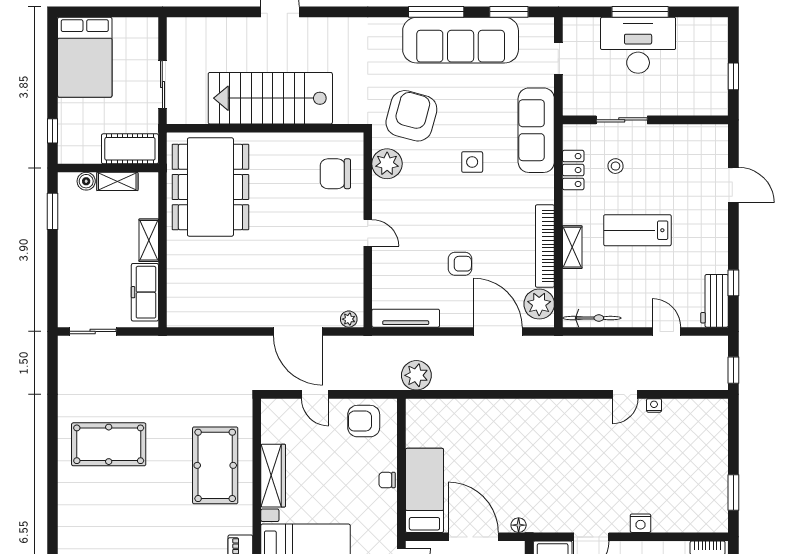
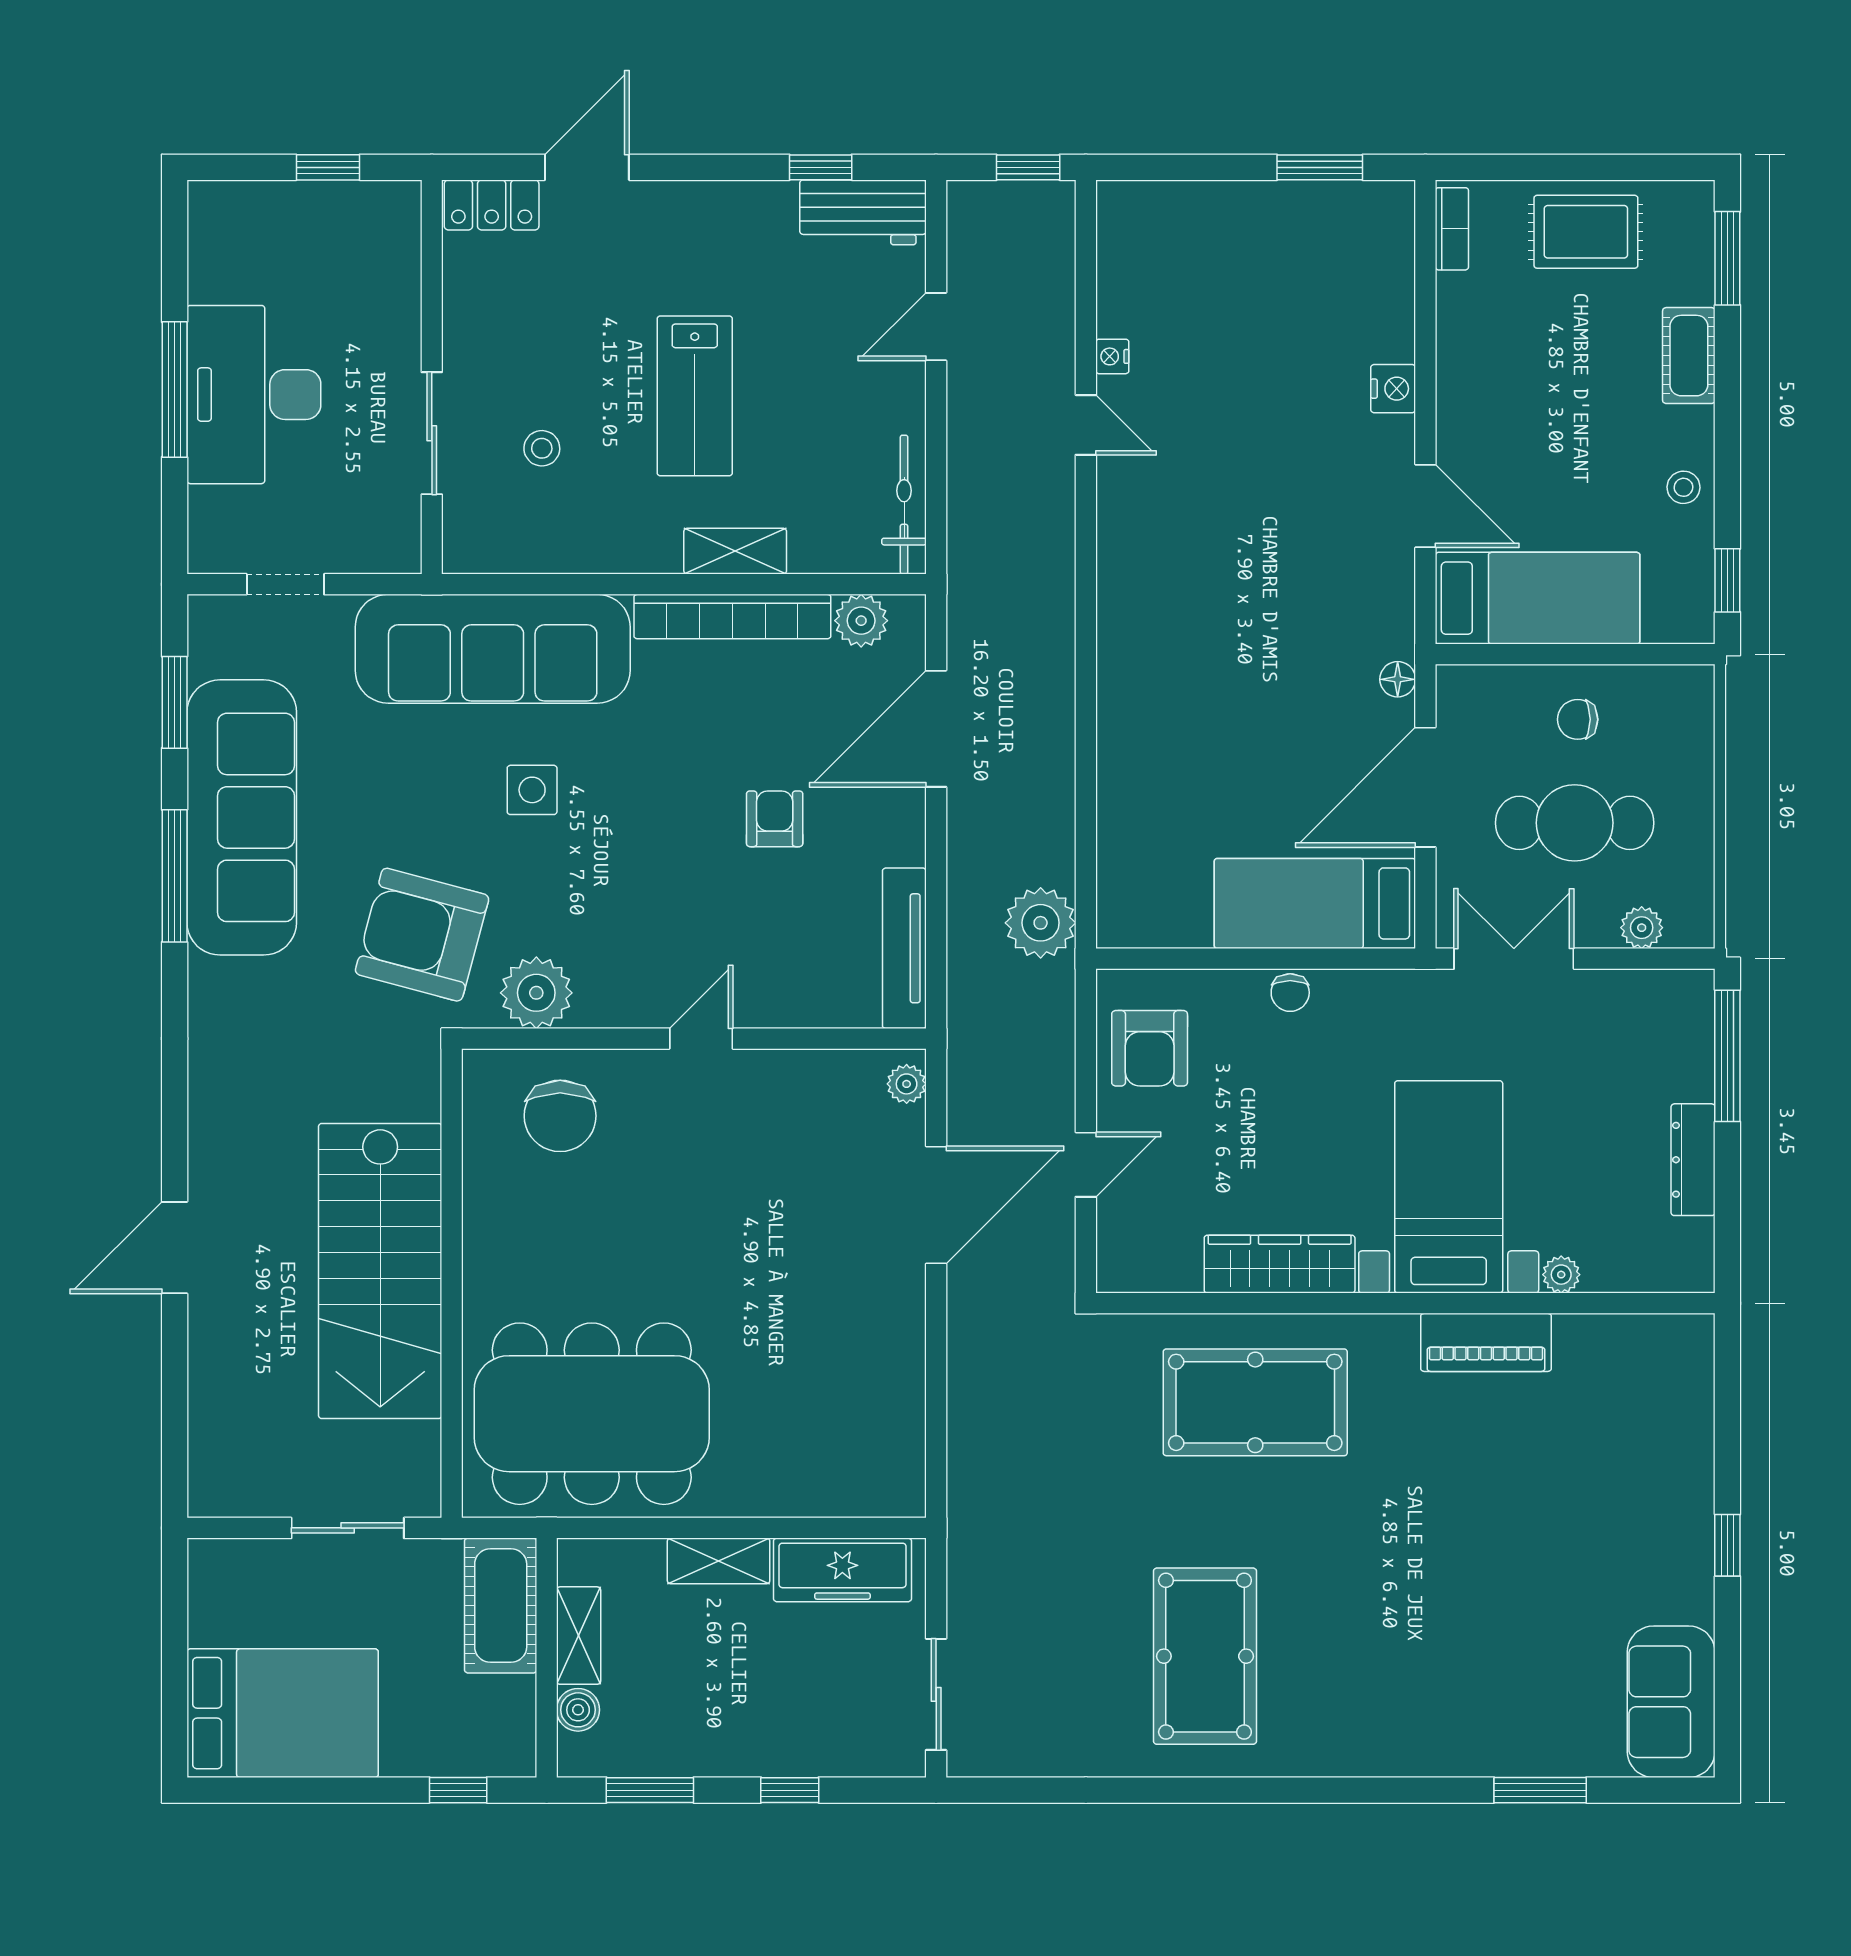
sofa: (536, 130) -> (493, 649), width x1.36, depth x1.27
locker: (573, 170) -> (492, 205), moved, turned 180
window: (53, 270) -> (790, 1790), added
plant: (539, 304) -> (861, 621), width x0.73, depth x0.73

